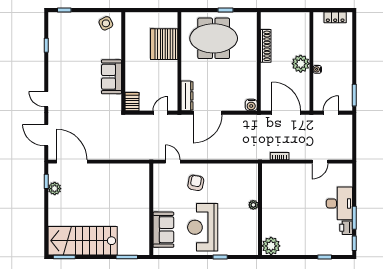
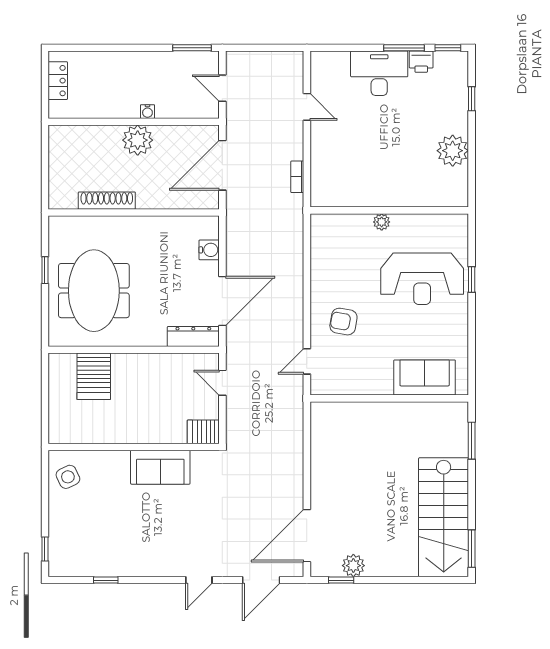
server rack: (164, 44) -> (94, 376), width x0.63
water cooler: (251, 105) -> (209, 250), moved
door: (208, 113) -> (222, 301), hinge flipped
reception desk: (203, 227) -> (422, 279), moved
plant: (271, 246) -> (453, 151), moved

